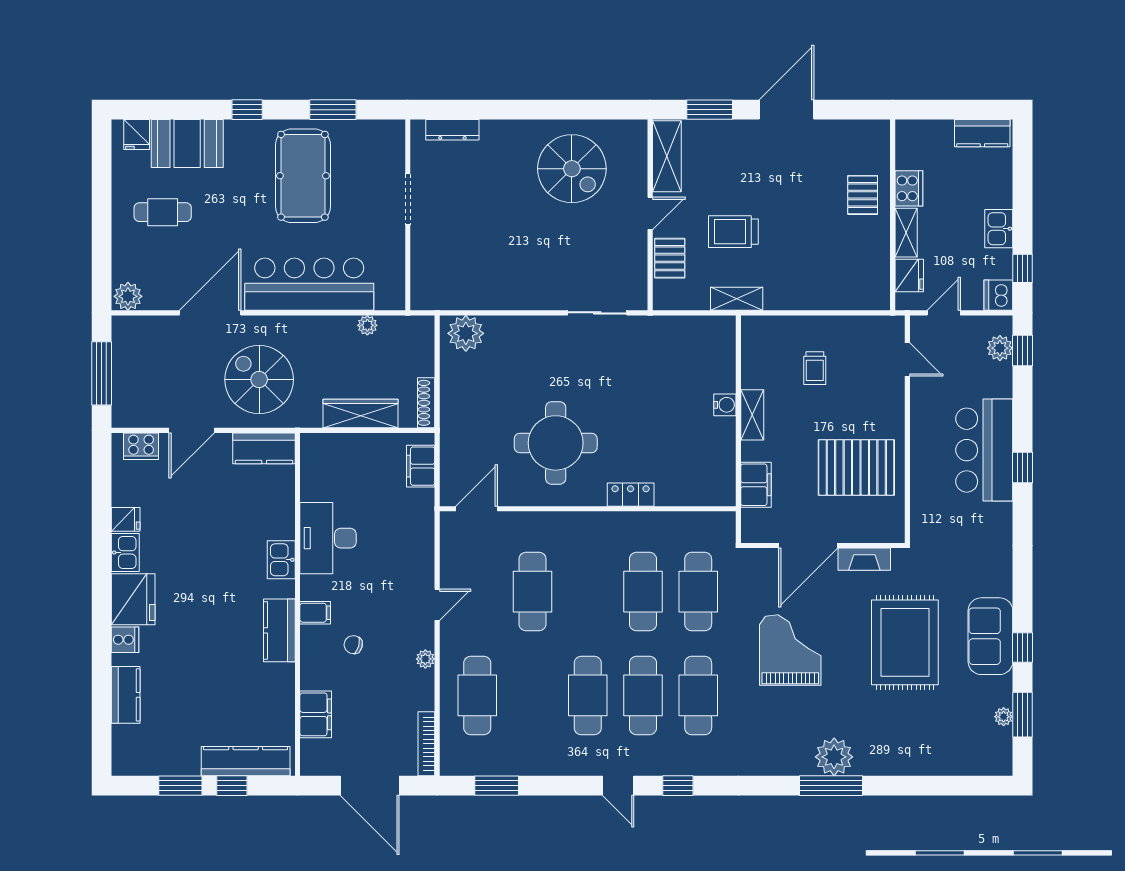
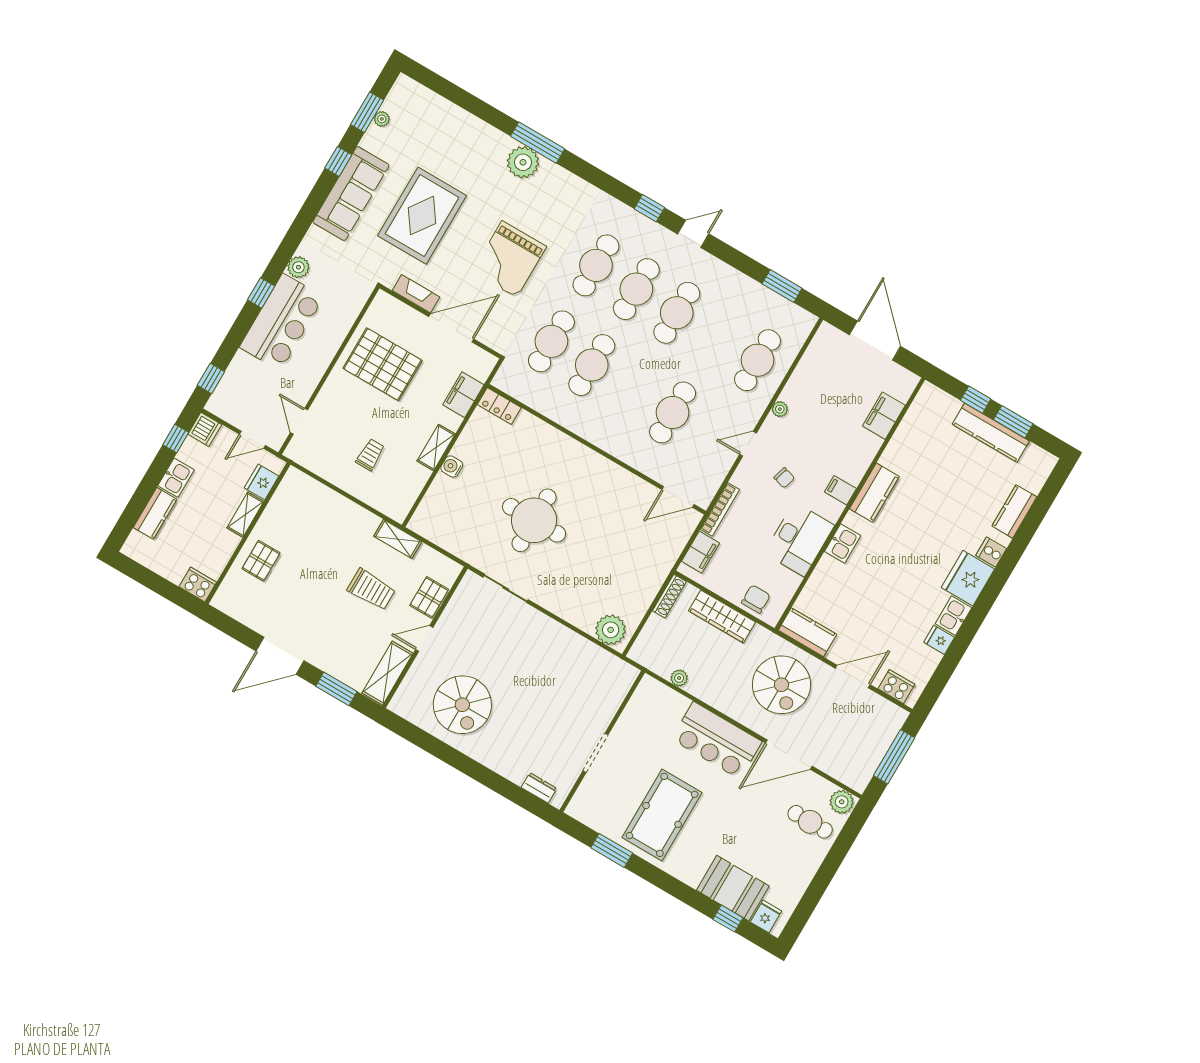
window: (247, 110) -> (728, 919), moved
dresser: (452, 130) -> (539, 788), width x0.70
kitchen counter: (982, 133) -> (155, 513), moved, turned 90
spiral stairs: (572, 169) -> (462, 705), turned 180
cooker: (909, 188) -> (198, 584), moved, turned 90
cafe table: (163, 212) -> (810, 822), moved
bar counter: (309, 284) -> (717, 740), width x0.73
plant: (1000, 348) -> (298, 267), moved
round table: (556, 443) -> (534, 520), moved
chair: (336, 451) -> (756, 599), added
locker: (631, 495) -> (499, 406), moved
sofa: (990, 636) -> (351, 194), width x1.36
chair: (353, 645) -> (784, 478), moved
bookcase: (426, 744) -> (720, 509), moved
kitchen counter: (246, 761) -> (991, 433), moved
door: (618, 786) -> (693, 234), hinge flipped

